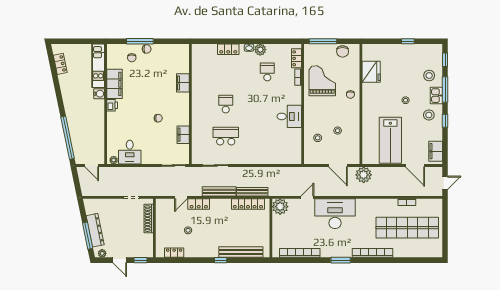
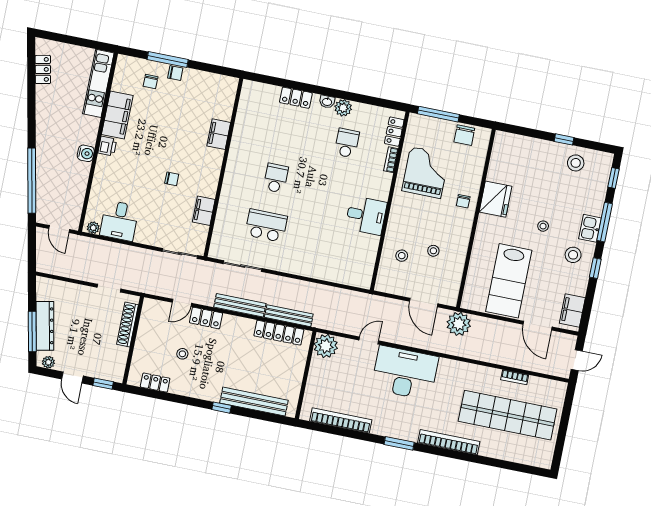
fridge: (371, 72) -> (496, 199), moved
stool: (429, 76) -> (576, 163), moved
water cooler: (99, 94) -> (86, 153), moved

